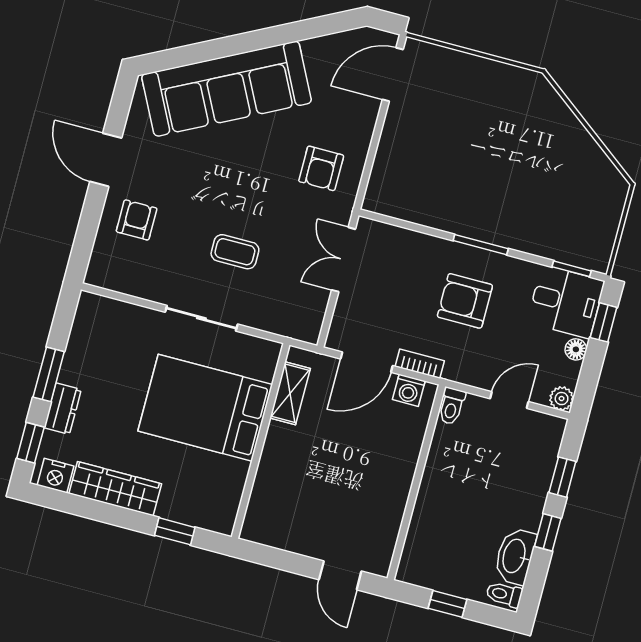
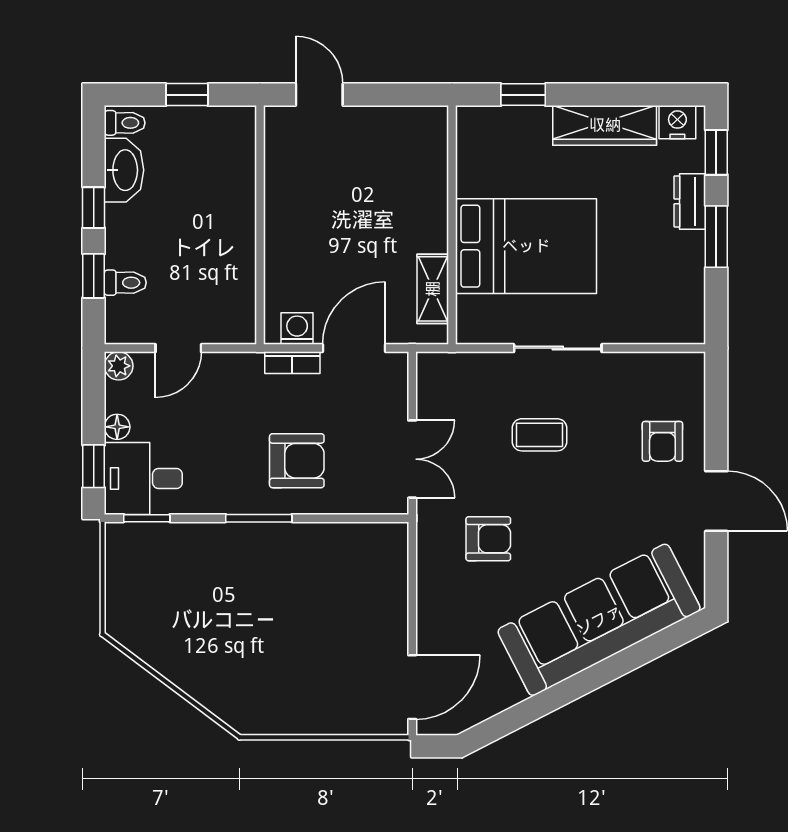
armchair: (321, 168) -> (488, 539), moved, turned 90
armchair: (465, 301) -> (297, 461), moved
toilet: (452, 406) -> (125, 283), moved, turned 90

